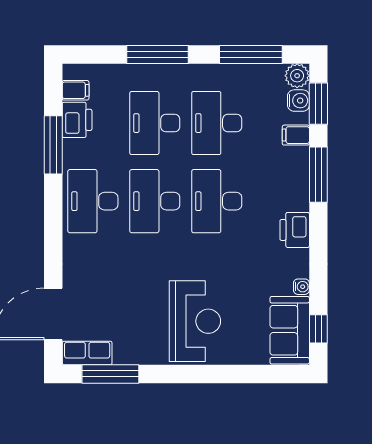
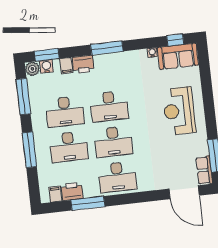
window: (318, 175) -> (107, 48), moved
printer: (295, 230) -> (83, 64), moved
reception desk: (195, 321) -> (179, 111), turned -90

